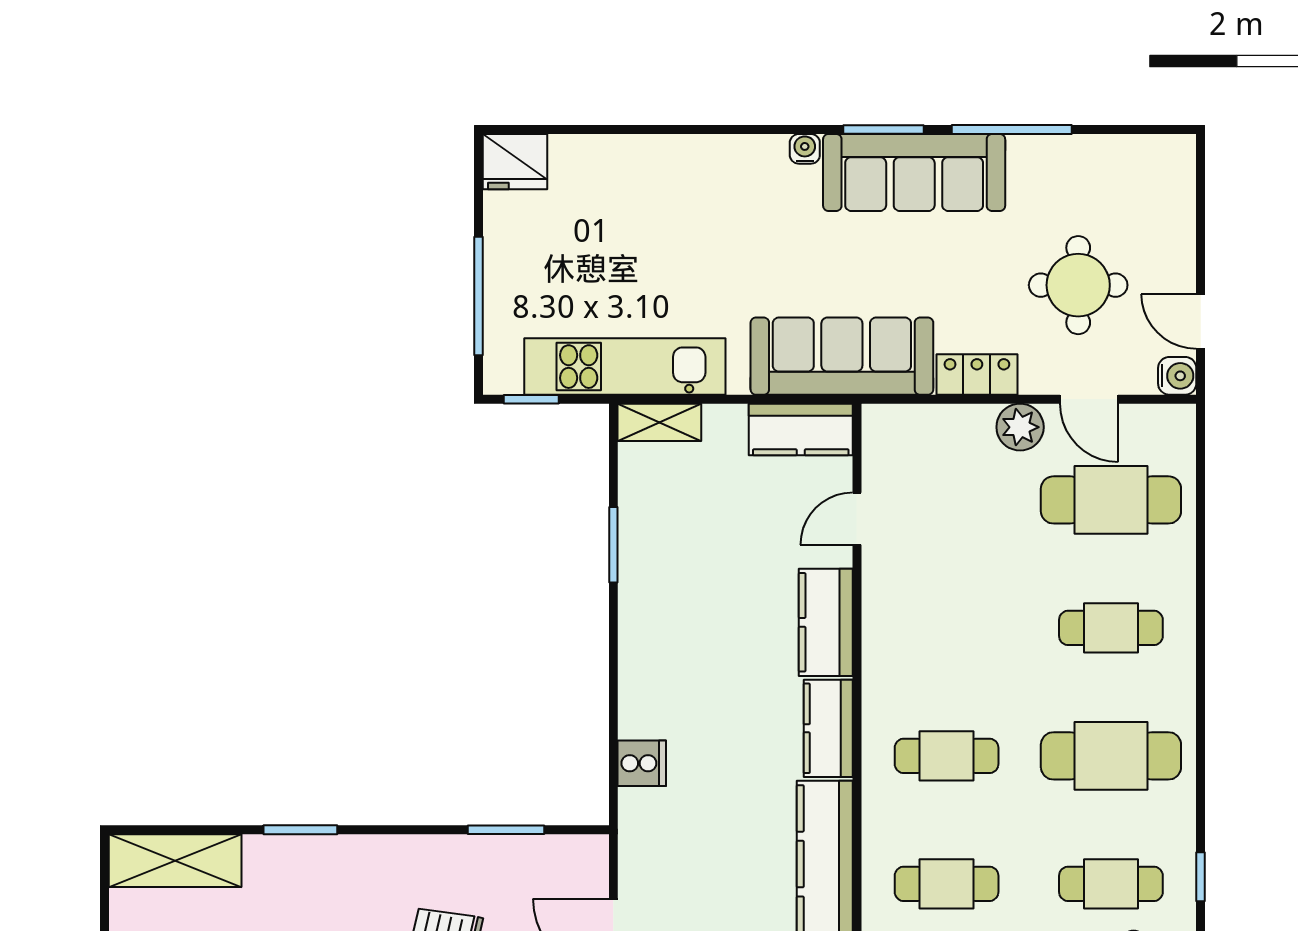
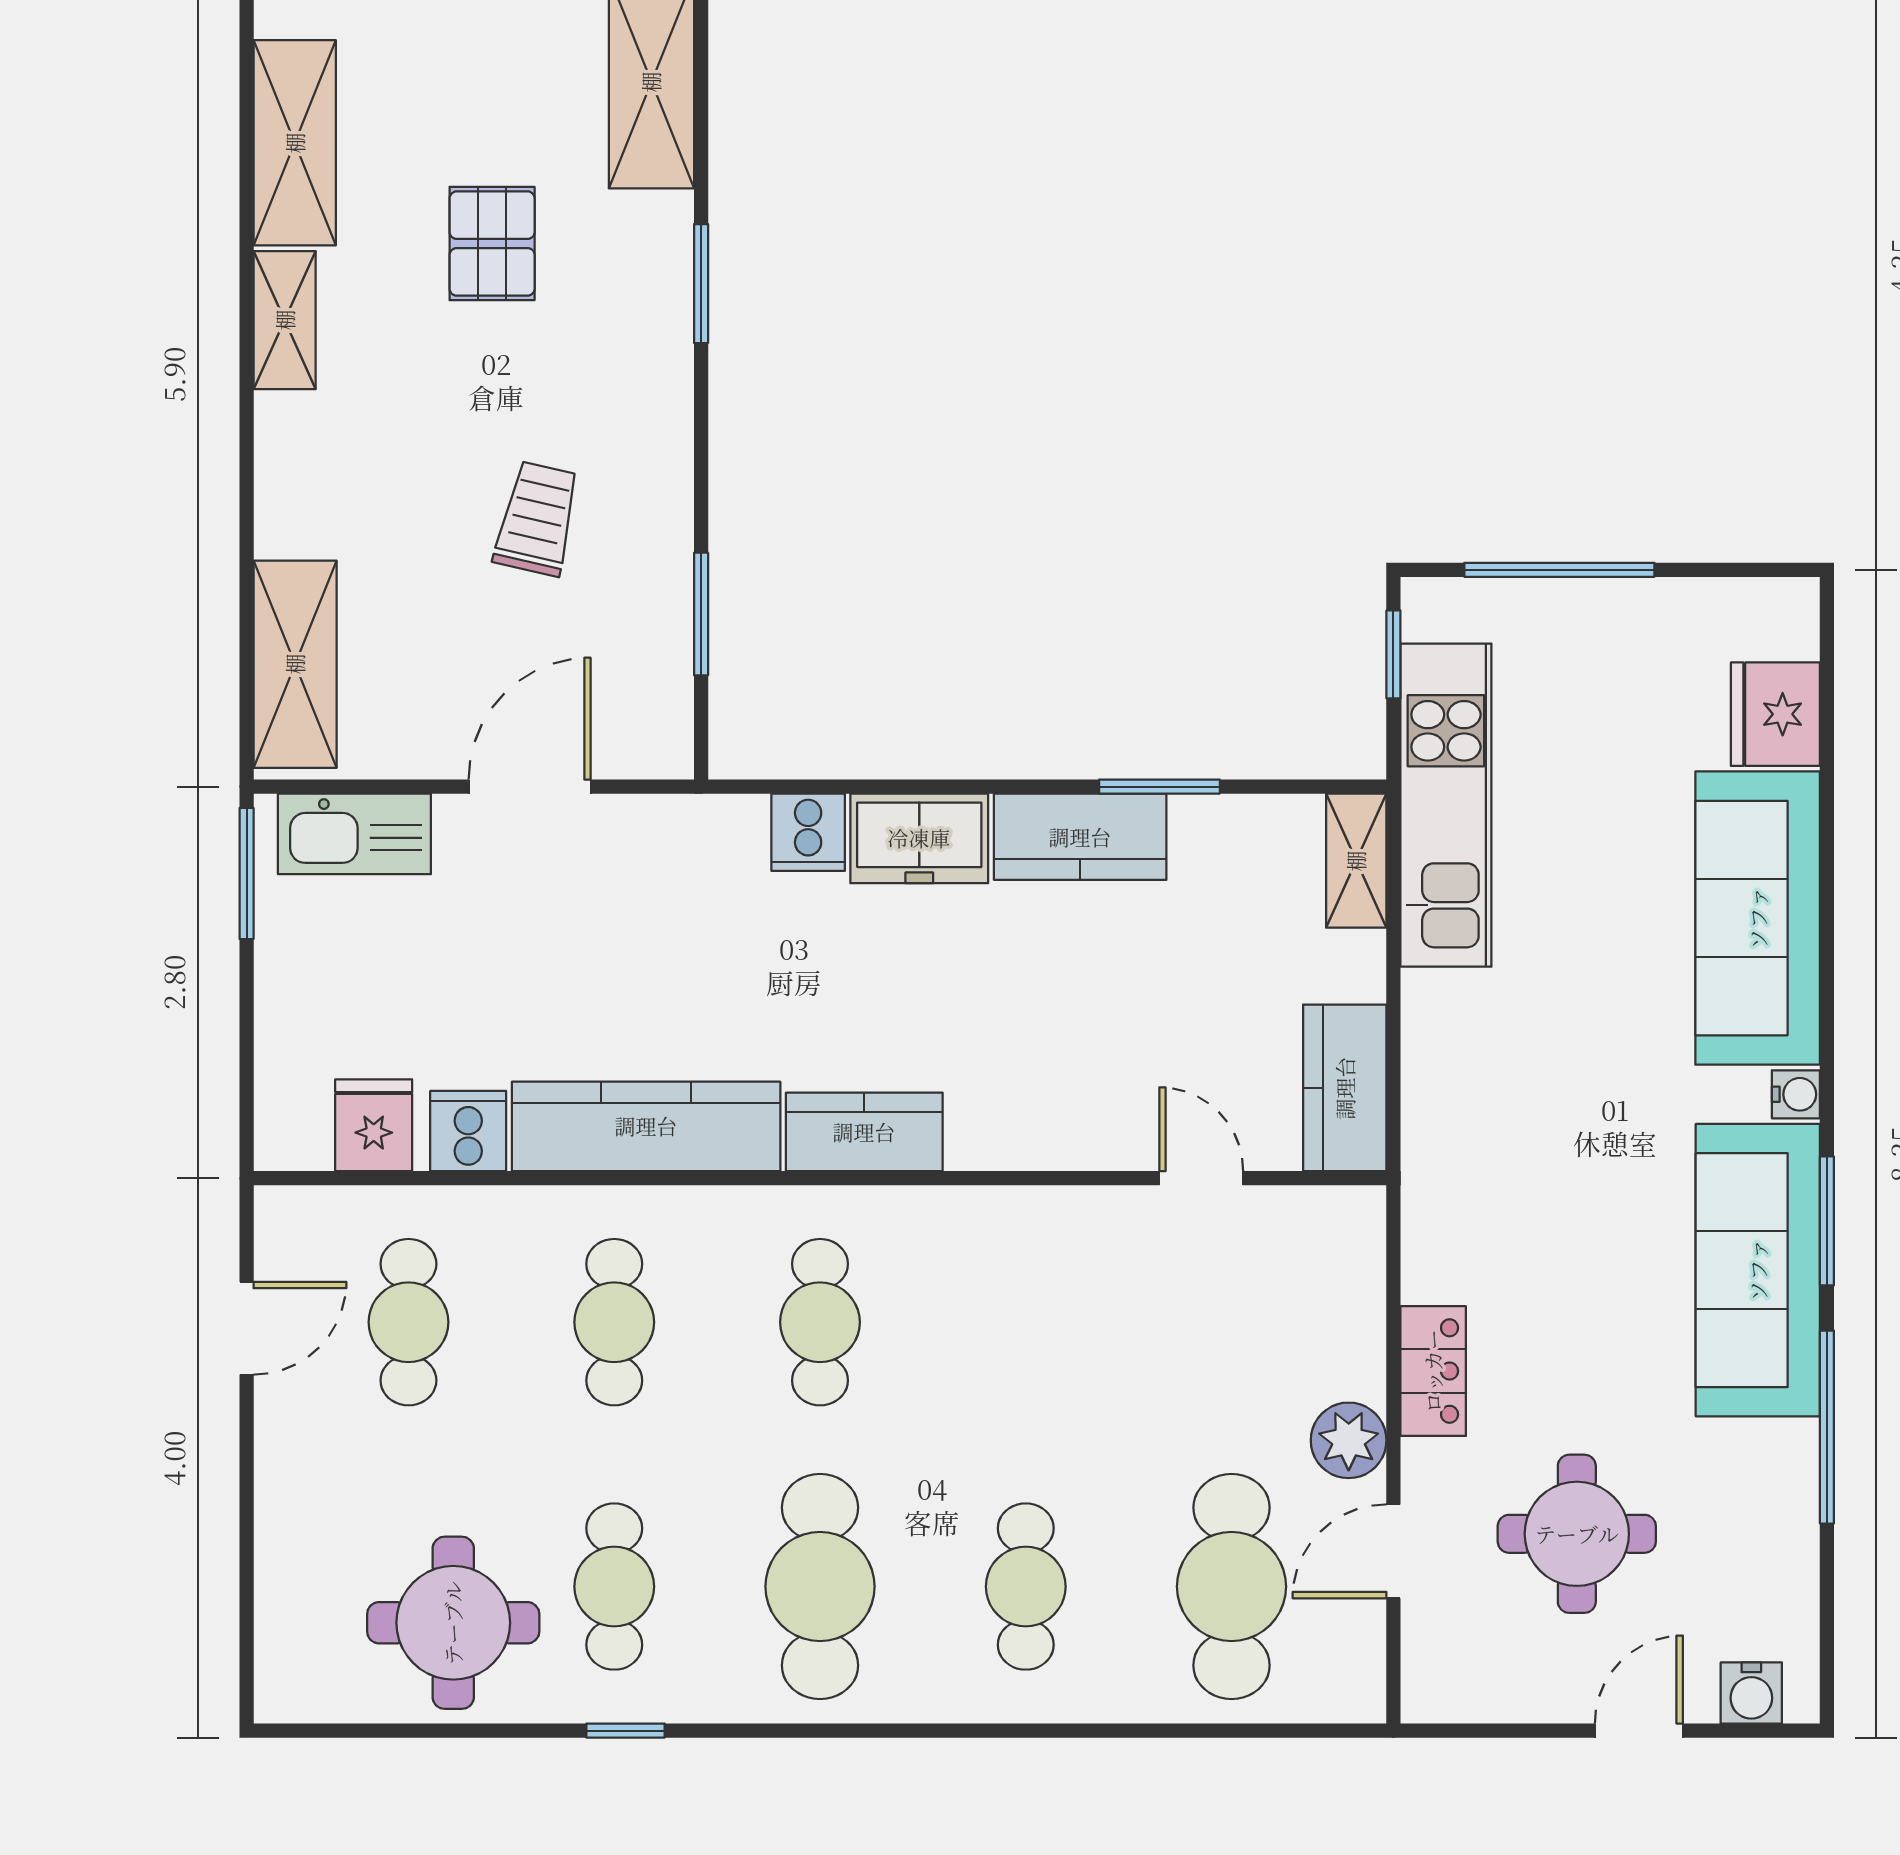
fridge: (515, 162) -> (1775, 714), moved
door: (1201, 321) -> (1639, 1731), moved
sofa: (842, 356) -> (1758, 918), moved, turned 180
water cooler: (1177, 376) -> (1751, 1693), moved
kitchen counter: (826, 622) -> (1080, 837), moved, turned 180
freezer: (646, 694) -> (919, 838), added

